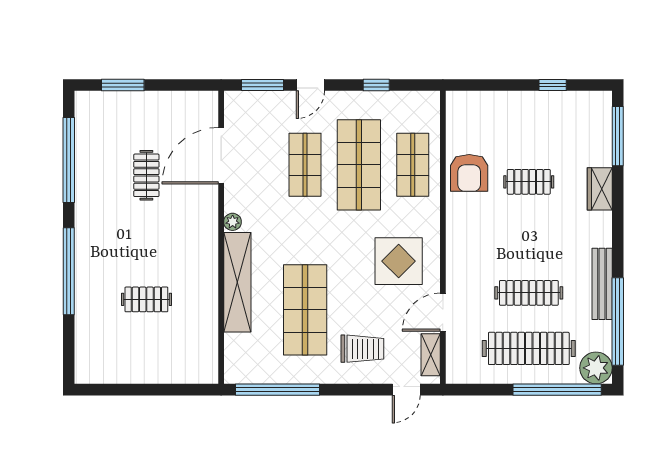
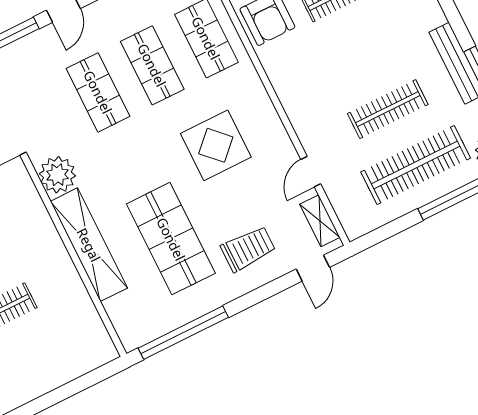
shop shelf: (359, 165) -> (152, 65), width x0.70, depth x0.74
plant: (233, 222) -> (57, 175), width x1.87, depth x1.87
display table: (399, 261) -> (216, 145), moved
door: (443, 312) -> (311, 172), width x0.73

